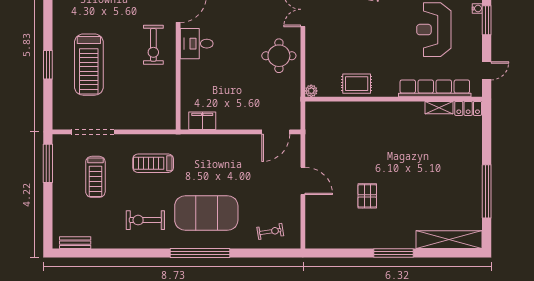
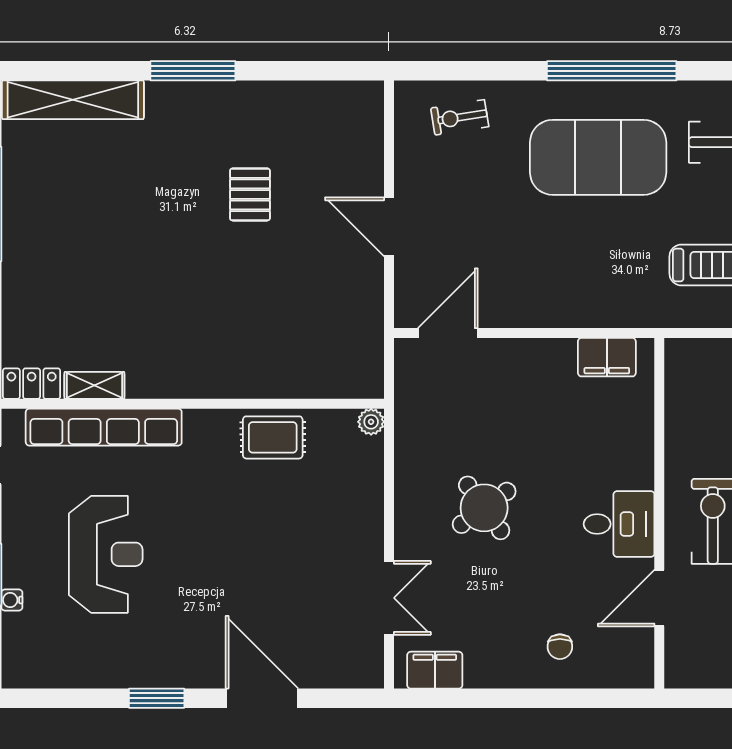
round table: (279, 56) -> (484, 508), moved, turned -36

